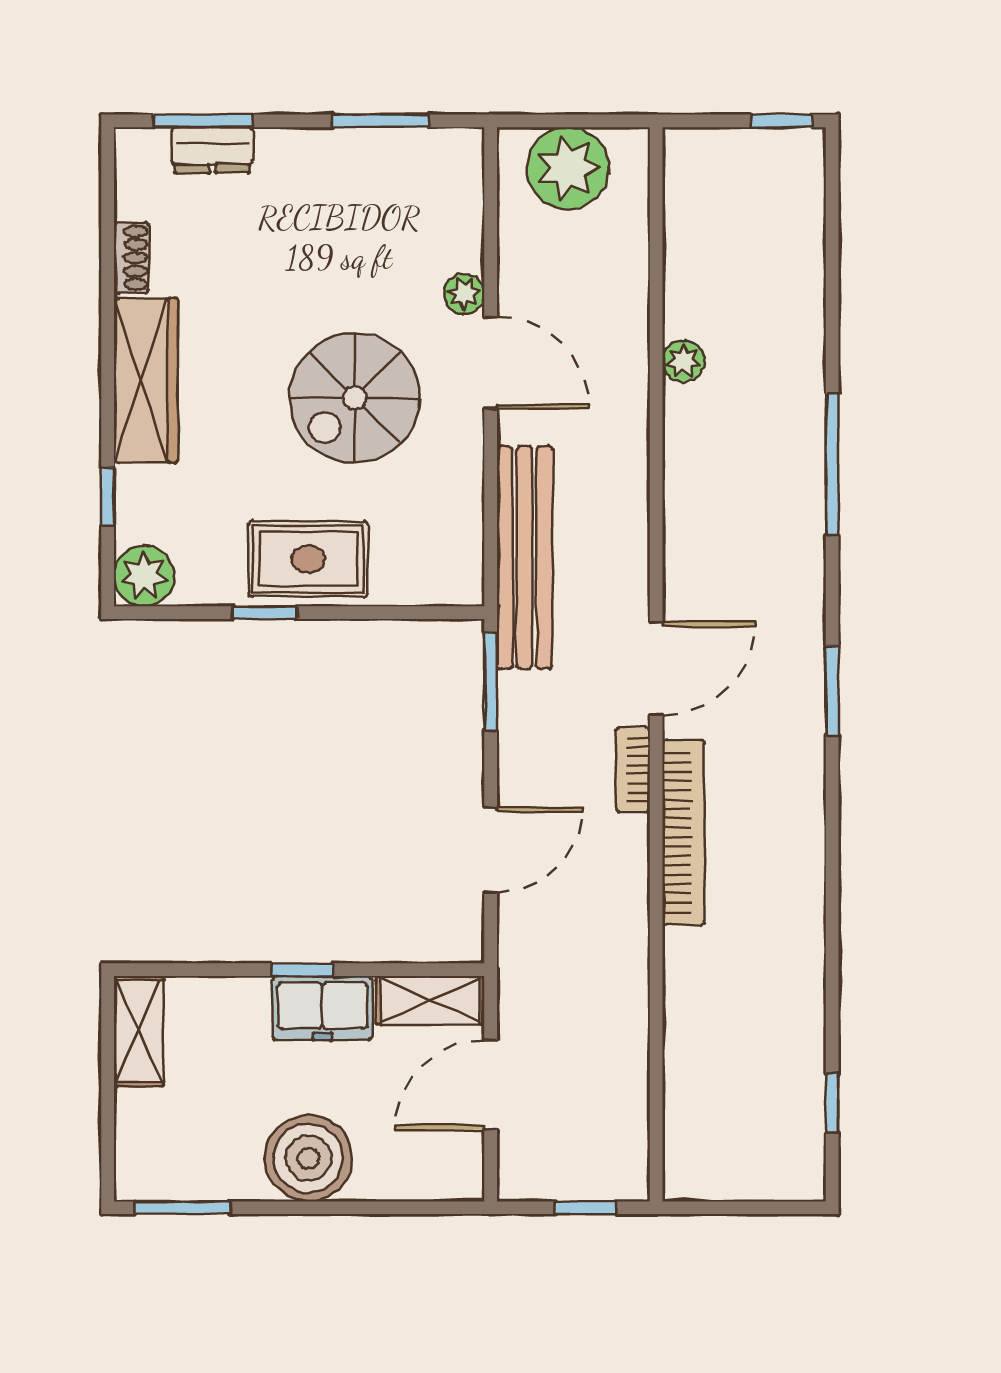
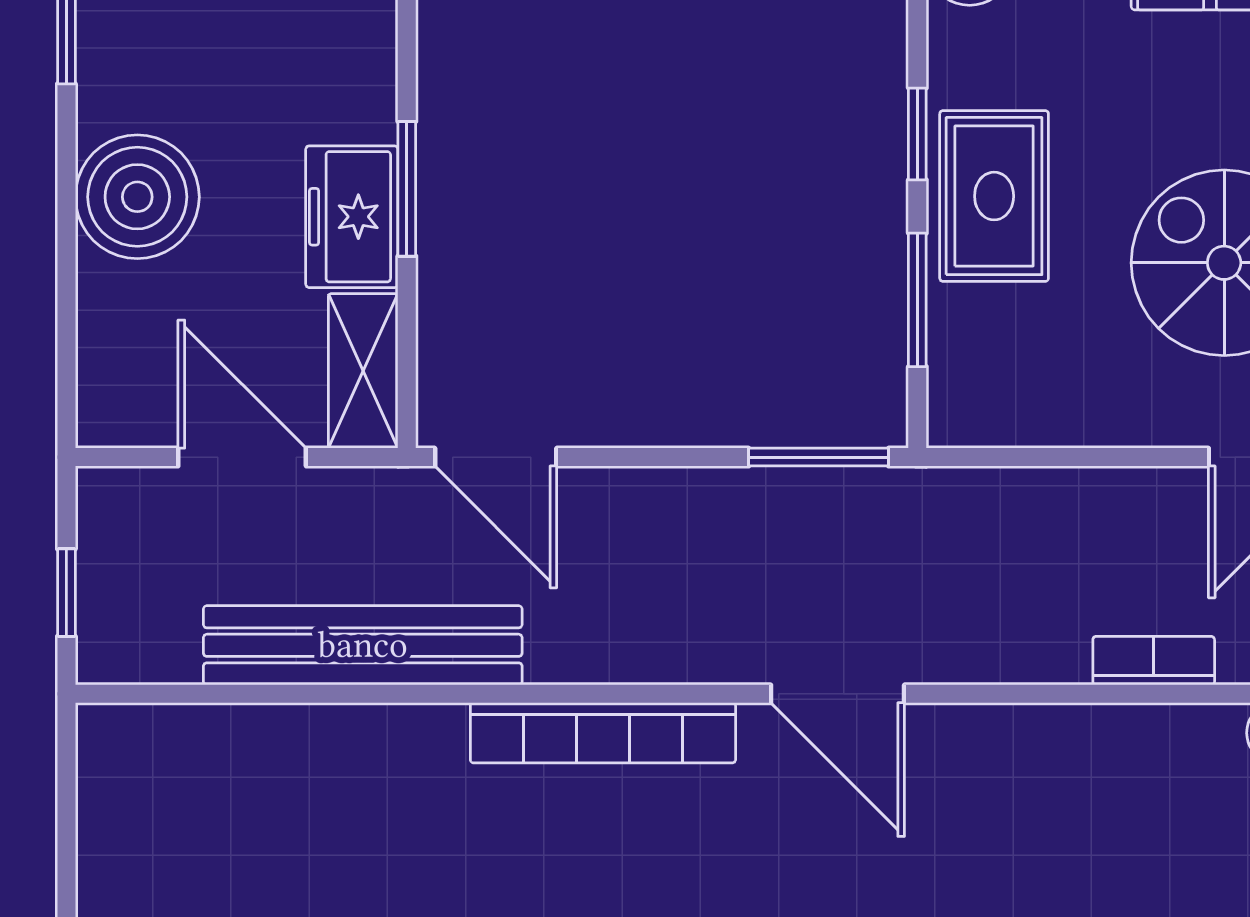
bench: (525, 557) -> (363, 645), moved
window: (381, 613) -> (917, 300), added
bookcase: (633, 770) -> (1154, 661), moved
door: (491, 850) -> (496, 457), moved
window: (303, 970) -> (407, 189), width x1.50

